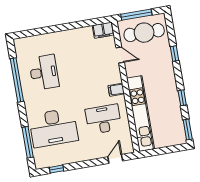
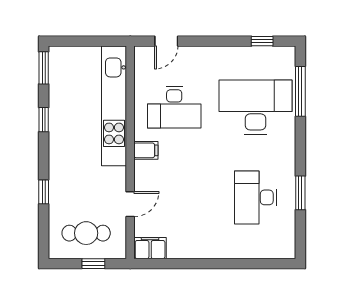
window: (136, 15) -> (93, 264), width x0.46
cafe table: (144, 33) -> (86, 233), width x0.73, depth x0.74
door: (120, 55) -> (130, 204), swing flipped
window: (17, 80) -> (300, 193), width x0.47

